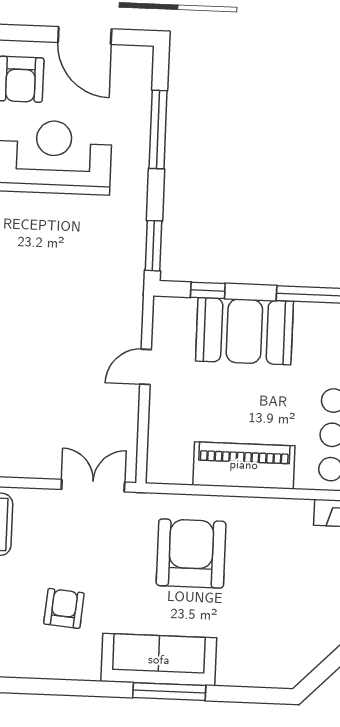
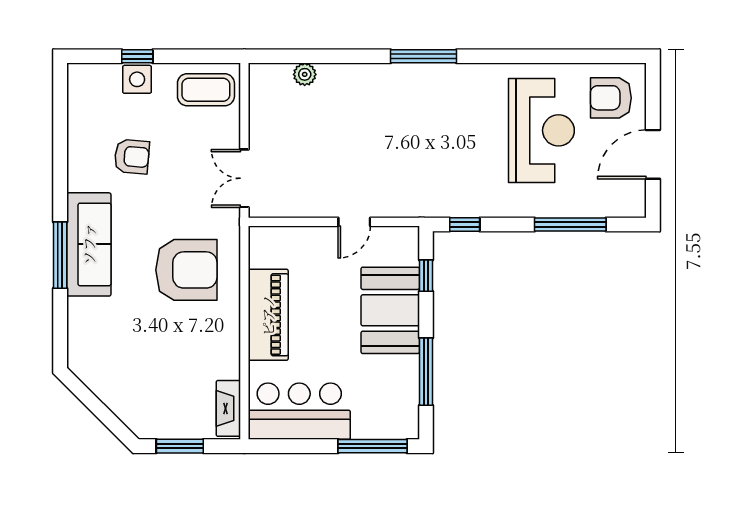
window: (153, 246) -> (465, 225), width x0.67
door: (146, 367) -> (354, 222), swing flipped
double door: (93, 486) -> (244, 178), swing flipped

